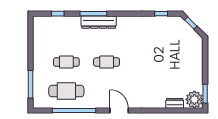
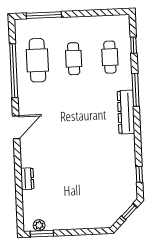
dresser: (99, 22) -> (126, 112), moved
cafe table: (107, 62) -> (110, 57), moved
plant: (194, 99) -> (39, 225), width x0.53, depth x0.53
dresser: (175, 103) -> (27, 179), moved

